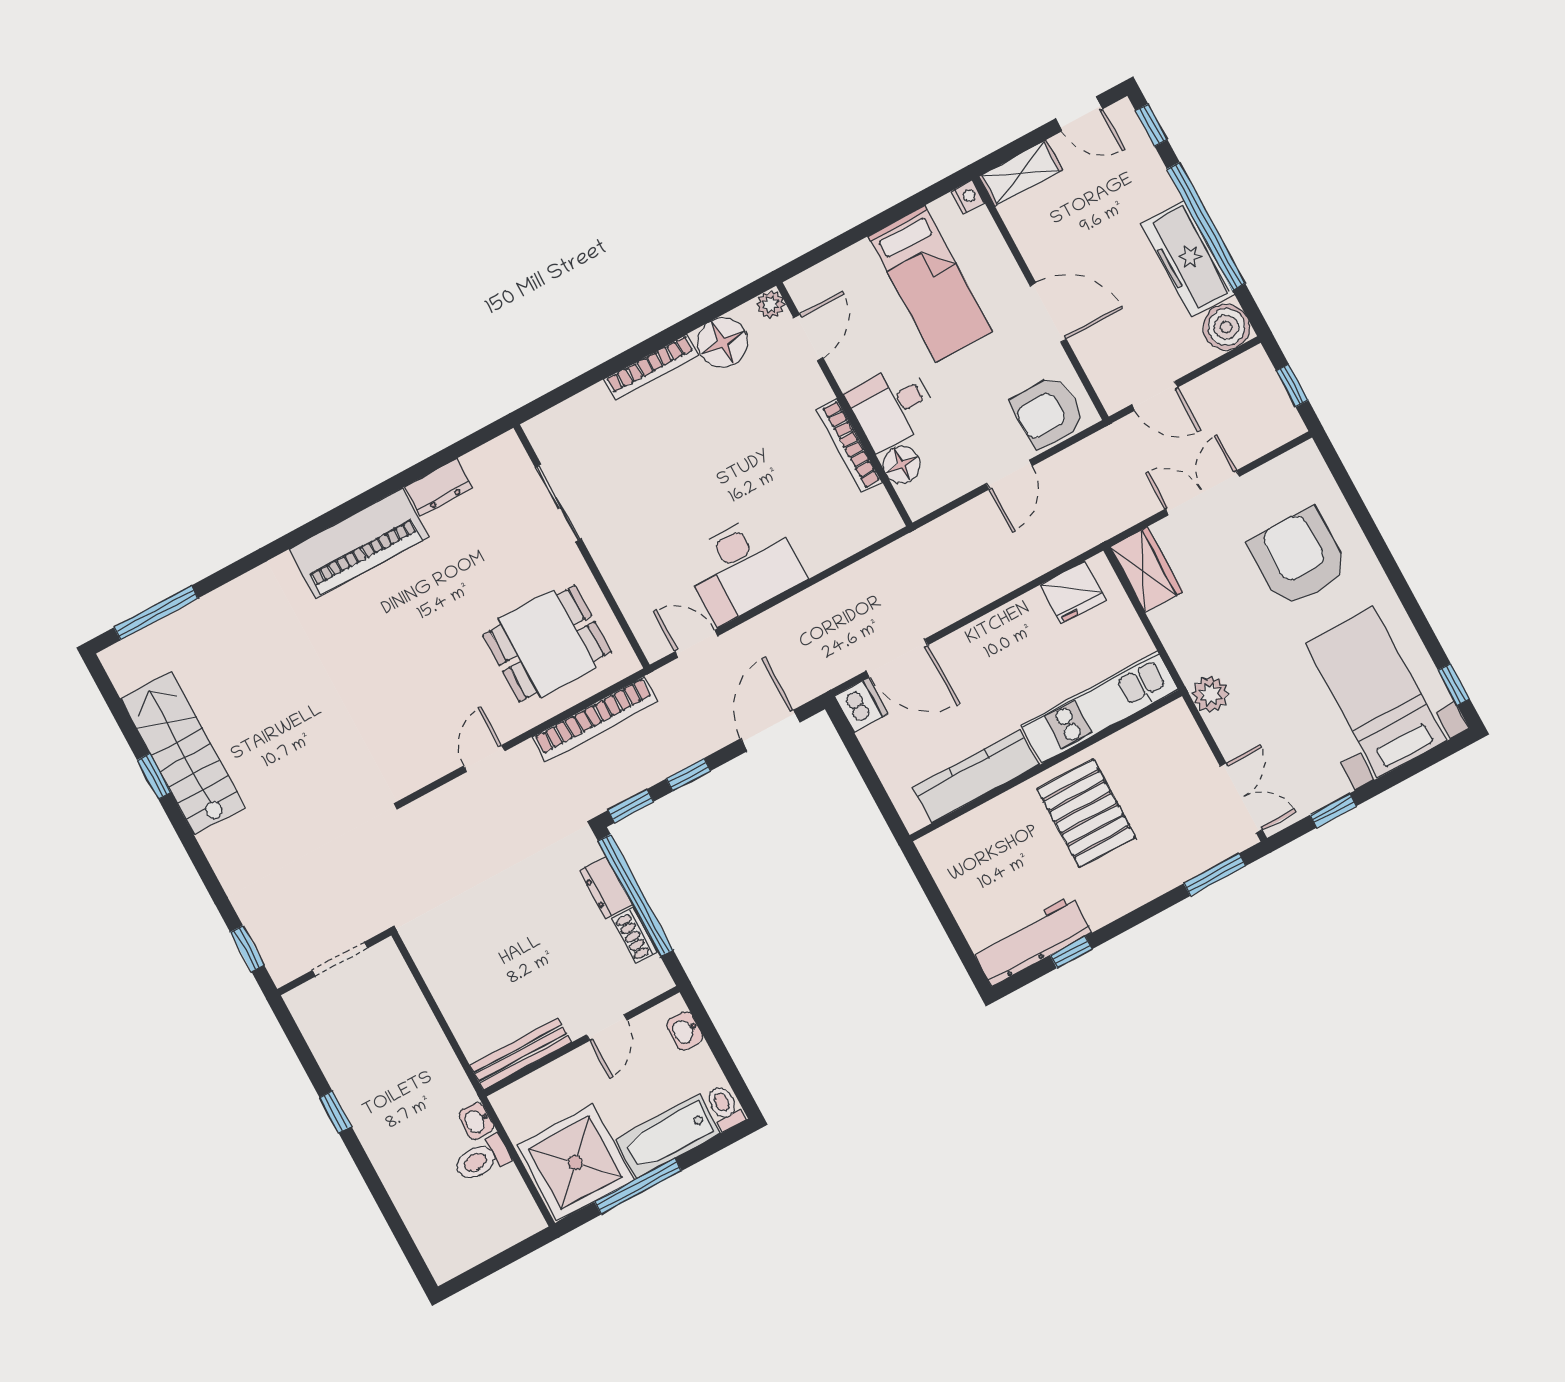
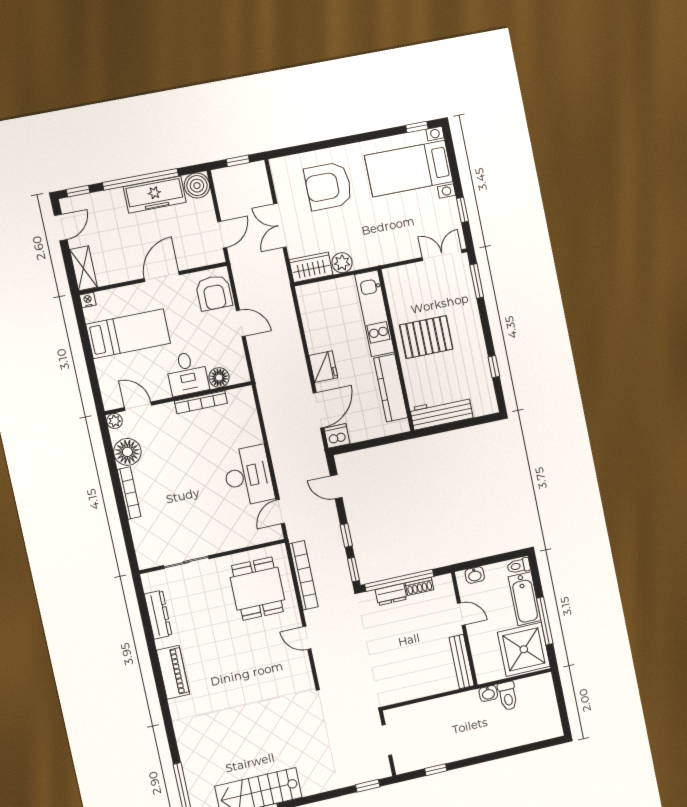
dresser: (439, 487) -> (158, 615), width x1.44
piano: (359, 543) -> (173, 672), width x0.73, depth x0.75
fridge: (1073, 592) -> (323, 367), moved
plant: (1210, 694) -> (342, 263), moved
door: (770, 731) -> (336, 487), width x0.73
workbench: (1032, 941) -> (441, 413), moved, turned 90
window: (335, 1112) -> (436, 770), moved

